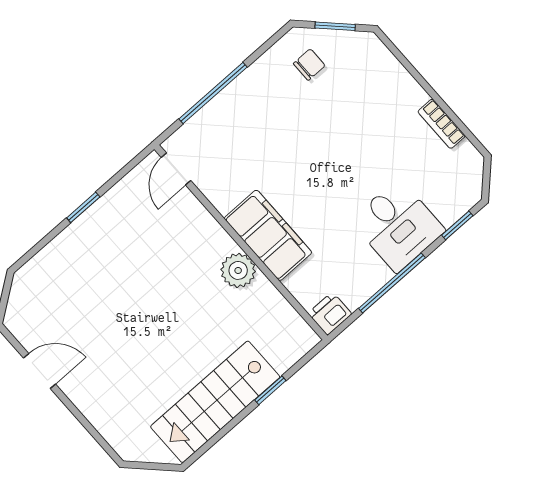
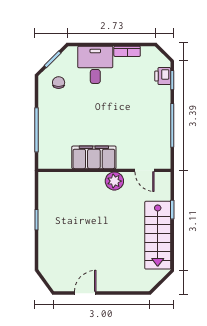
door: (176, 169) -> (144, 170), moved
desk: (398, 226) -> (95, 65), moved, turned -90
filing cabinet: (268, 235) -> (94, 157), moved
printer: (330, 314) -> (163, 76), moved

